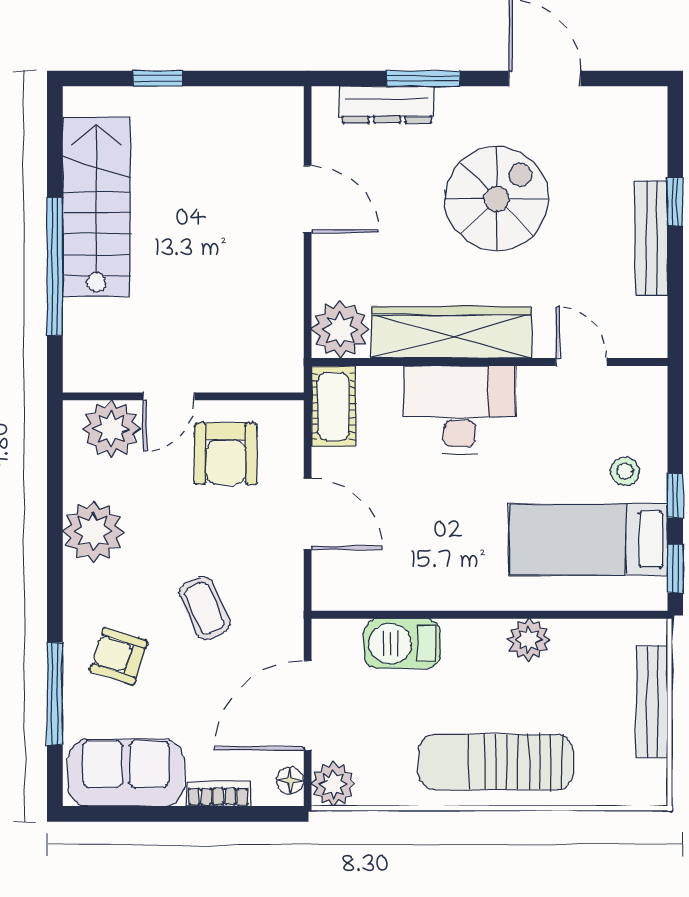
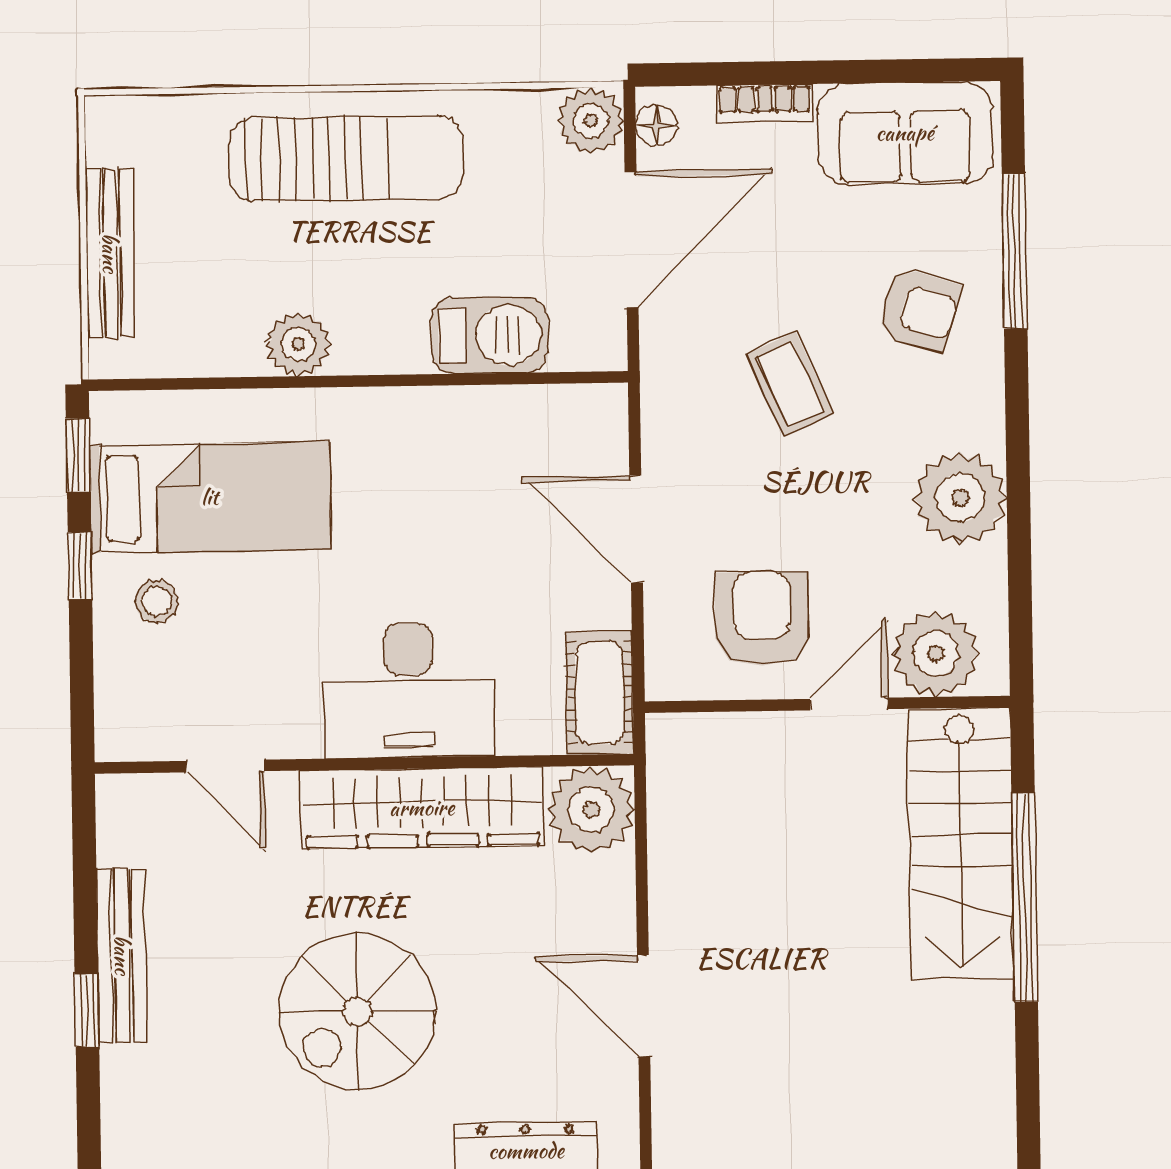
stairs: (96, 207) -> (961, 844), moved

